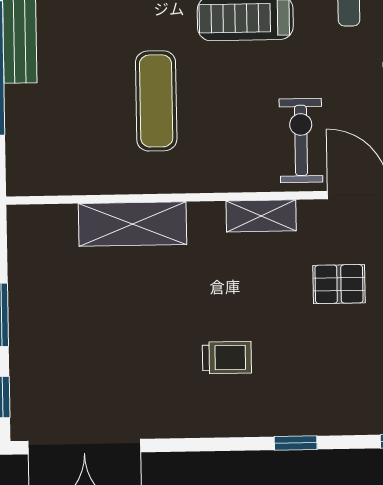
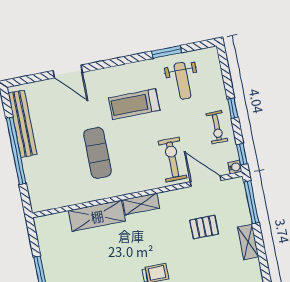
shelving: (261, 216) -> (141, 204), moved

